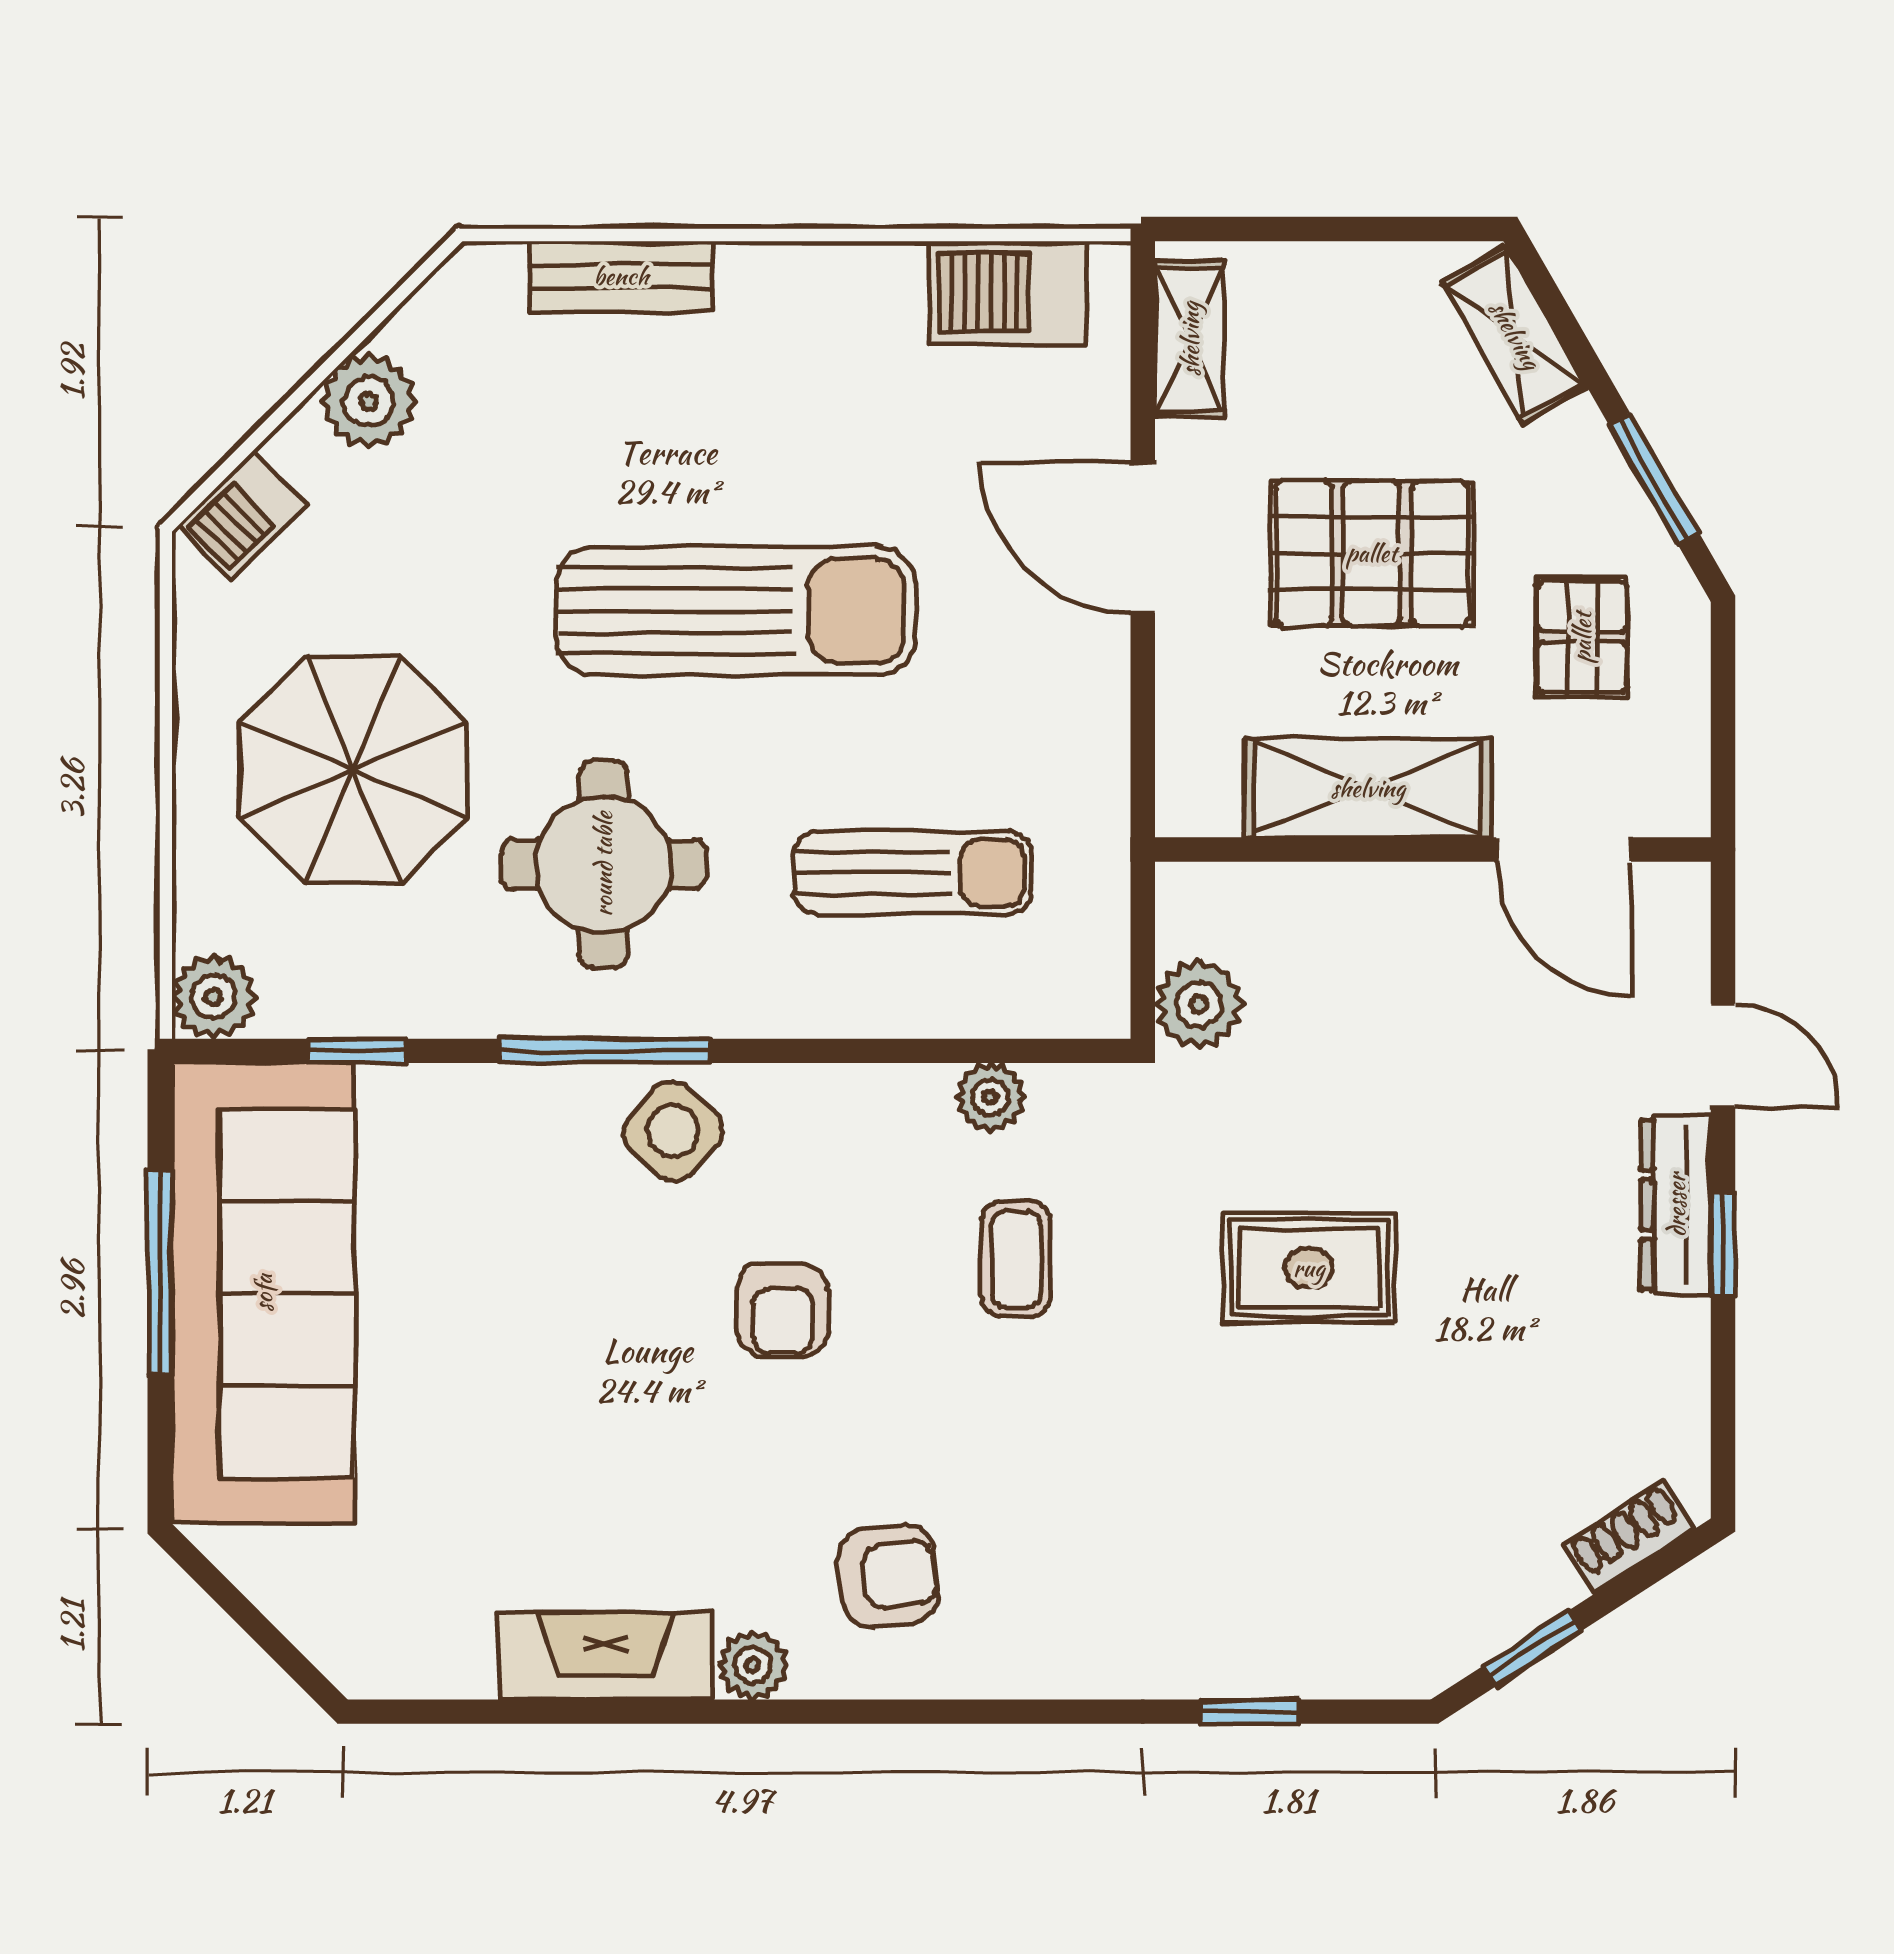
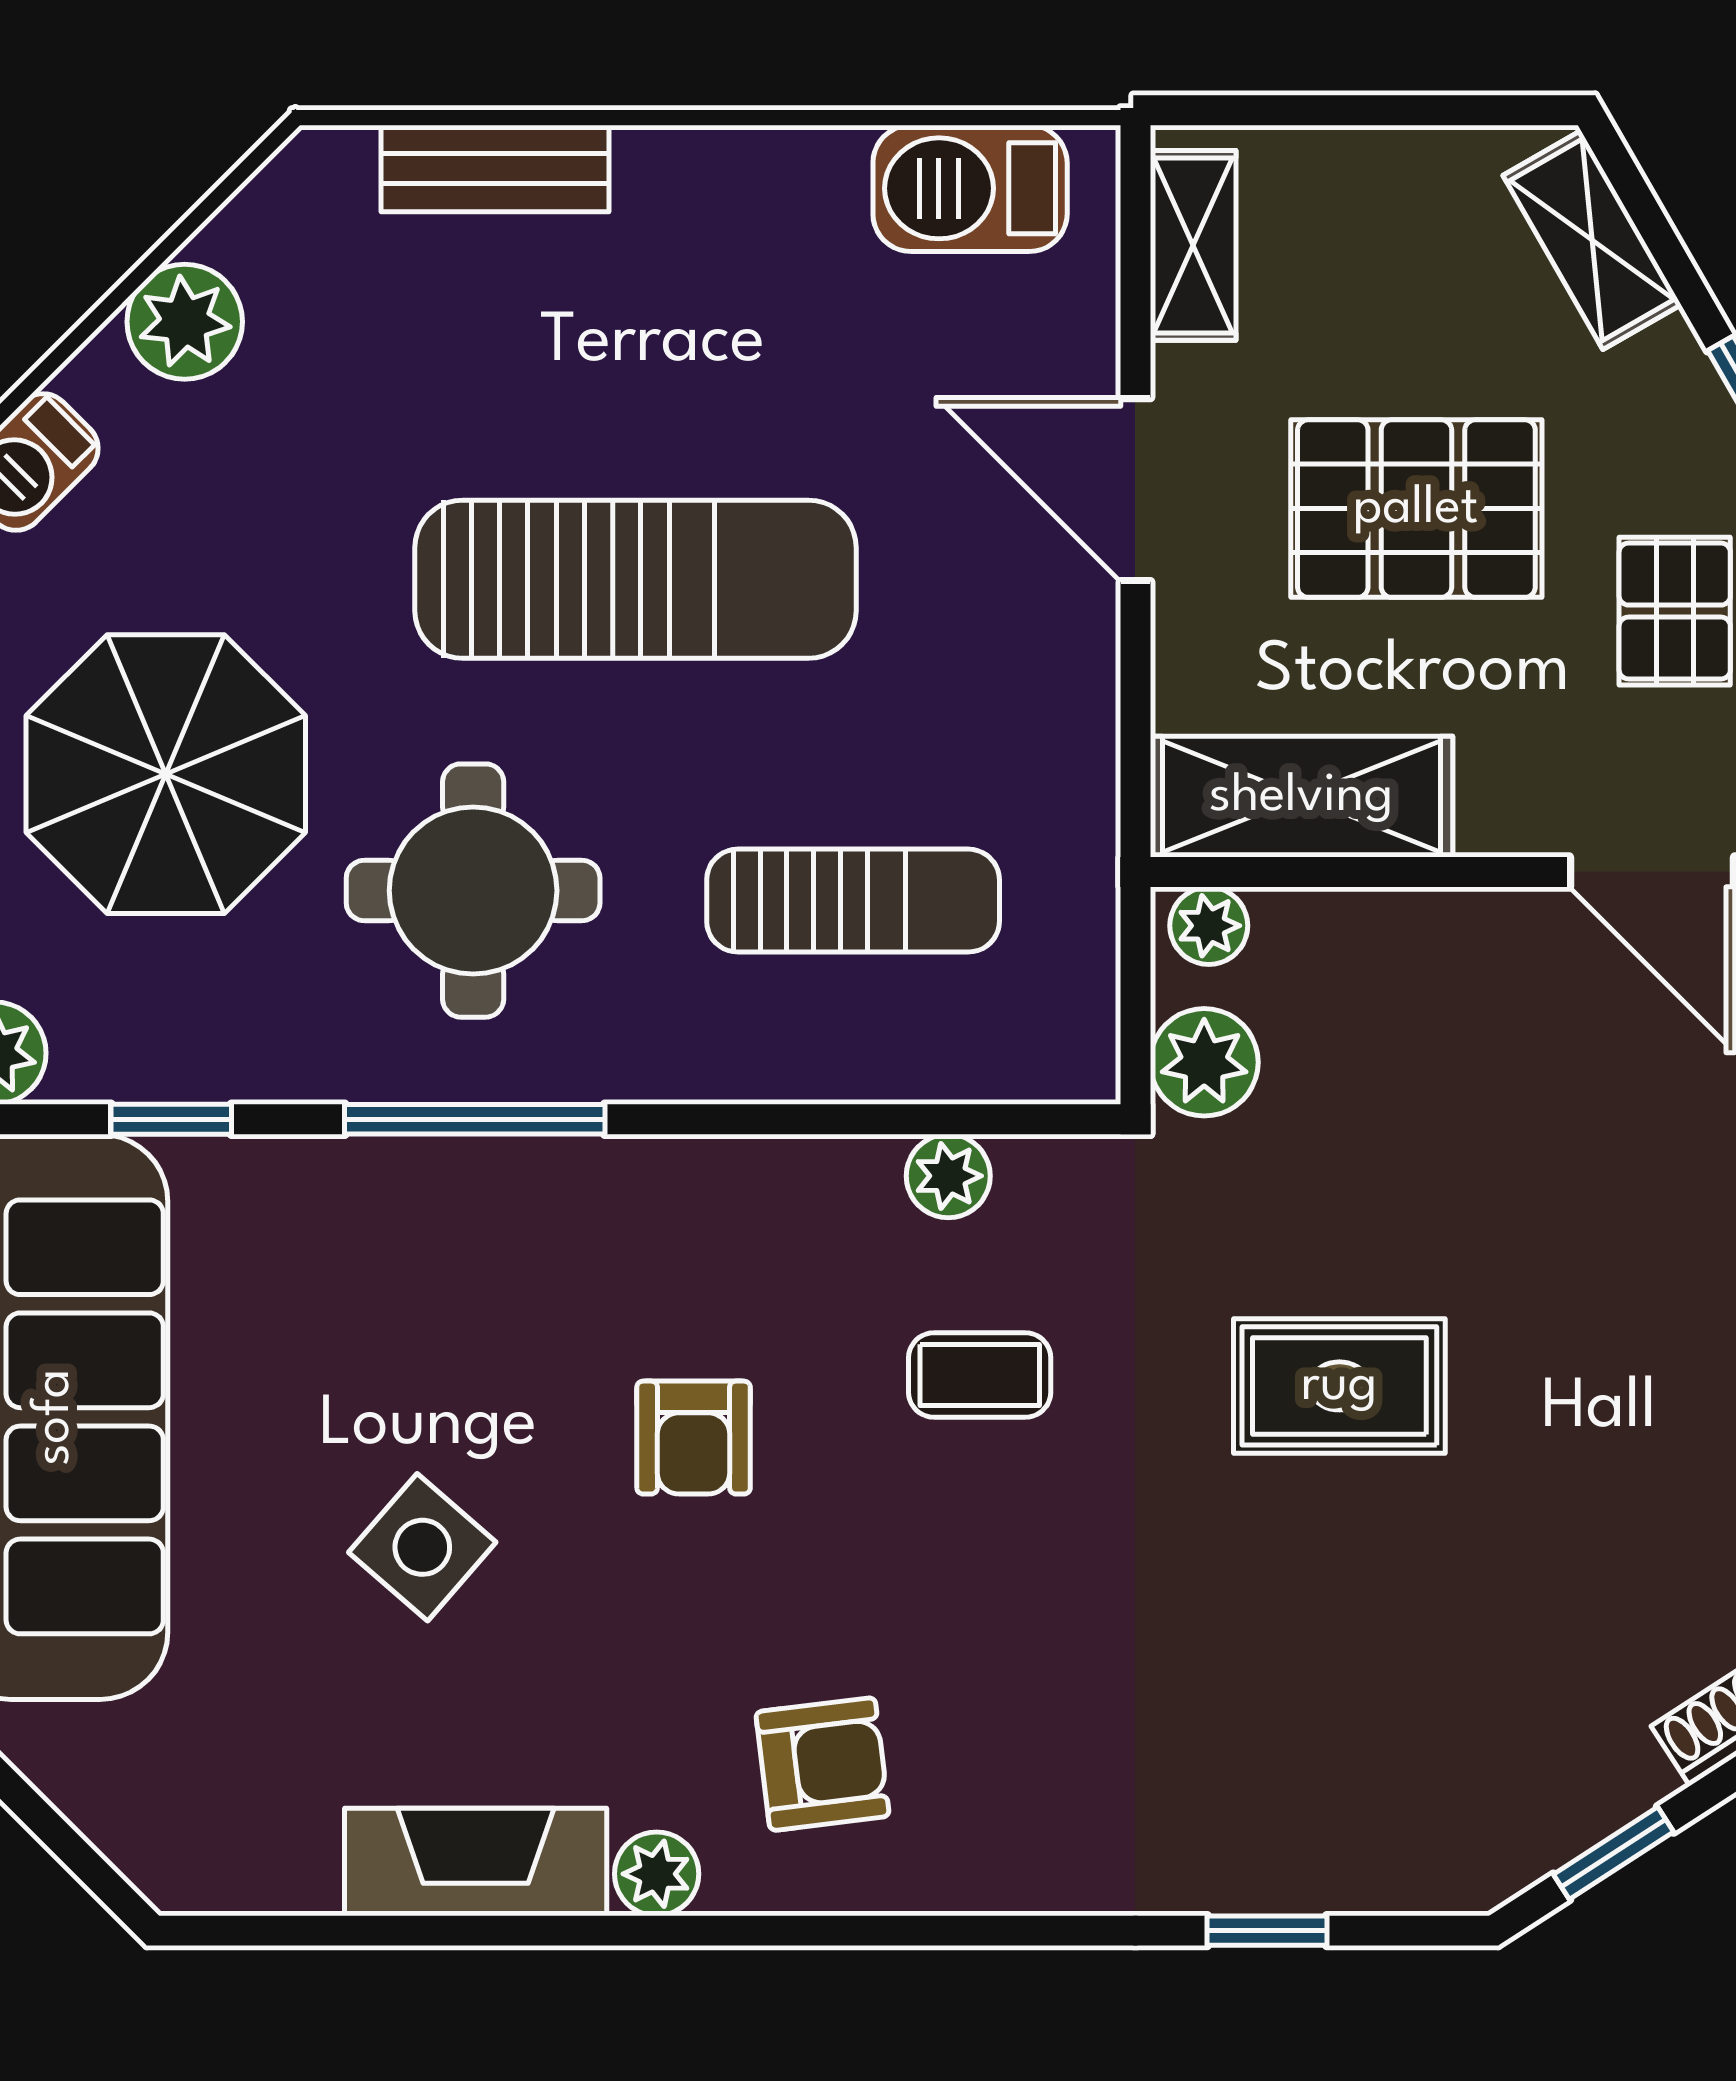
shelving: (1368, 788) -> (1301, 797), moved
plant: (1203, 893) -> (1209, 926), added
side table: (673, 1131) -> (422, 1547), moved
coffee table: (1016, 1259) -> (980, 1375), turned 90

